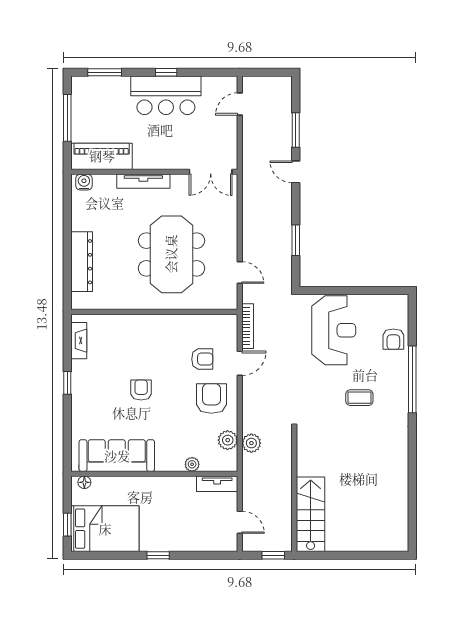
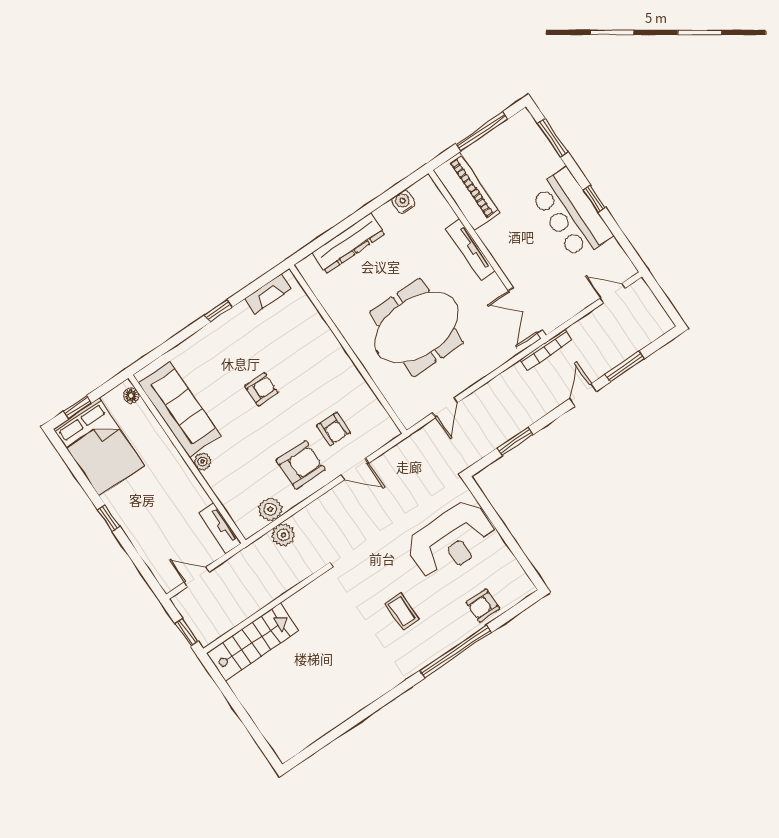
water cooler: (84, 182) -> (403, 202), moved, turned -90
bookcase: (248, 326) -> (546, 350), moved
plant: (192, 464) -> (202, 461), moved
door: (240, 522) -> (197, 577), swing flipped

